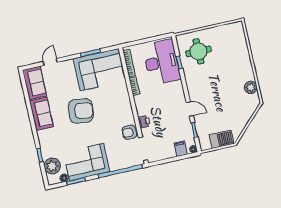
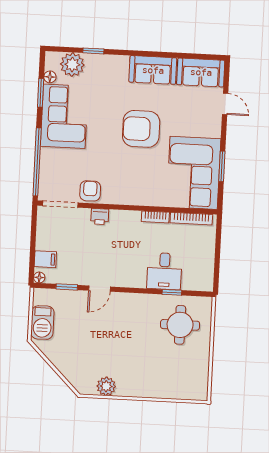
desk: (162, 62) -> (164, 271), width x0.53, depth x0.77
armchair: (81, 111) -> (141, 129), turned 83

